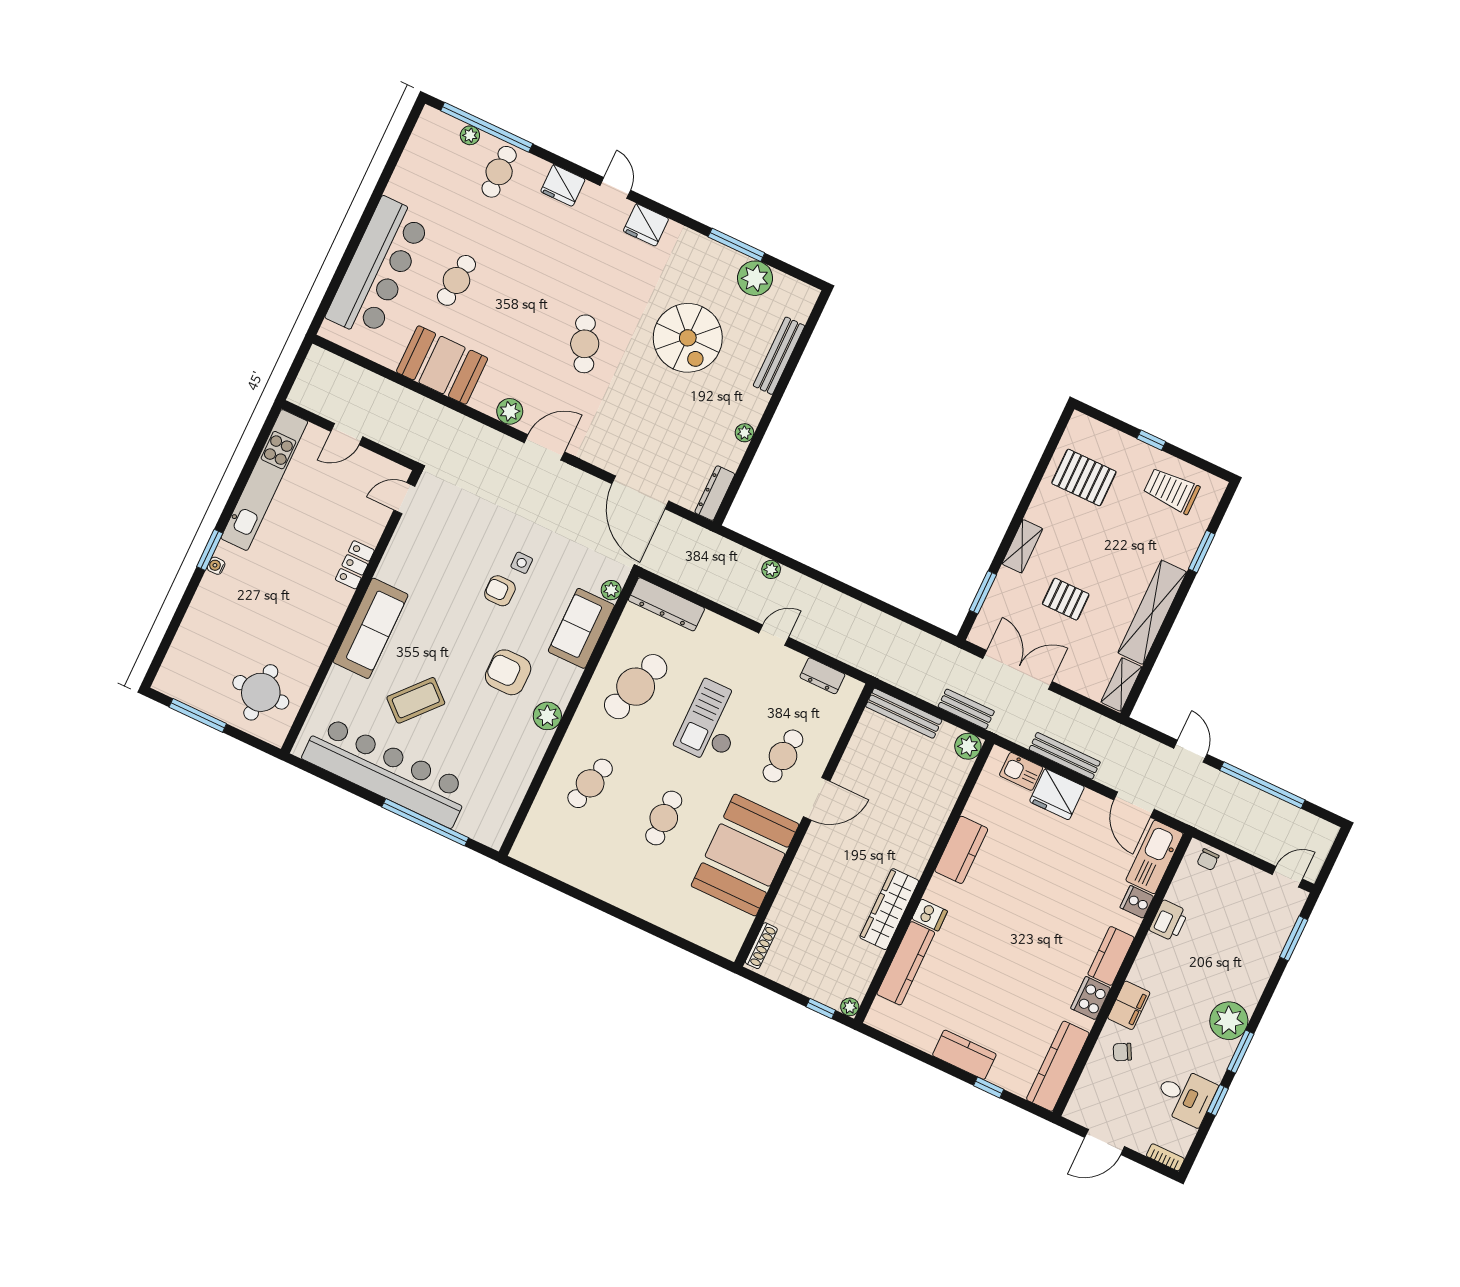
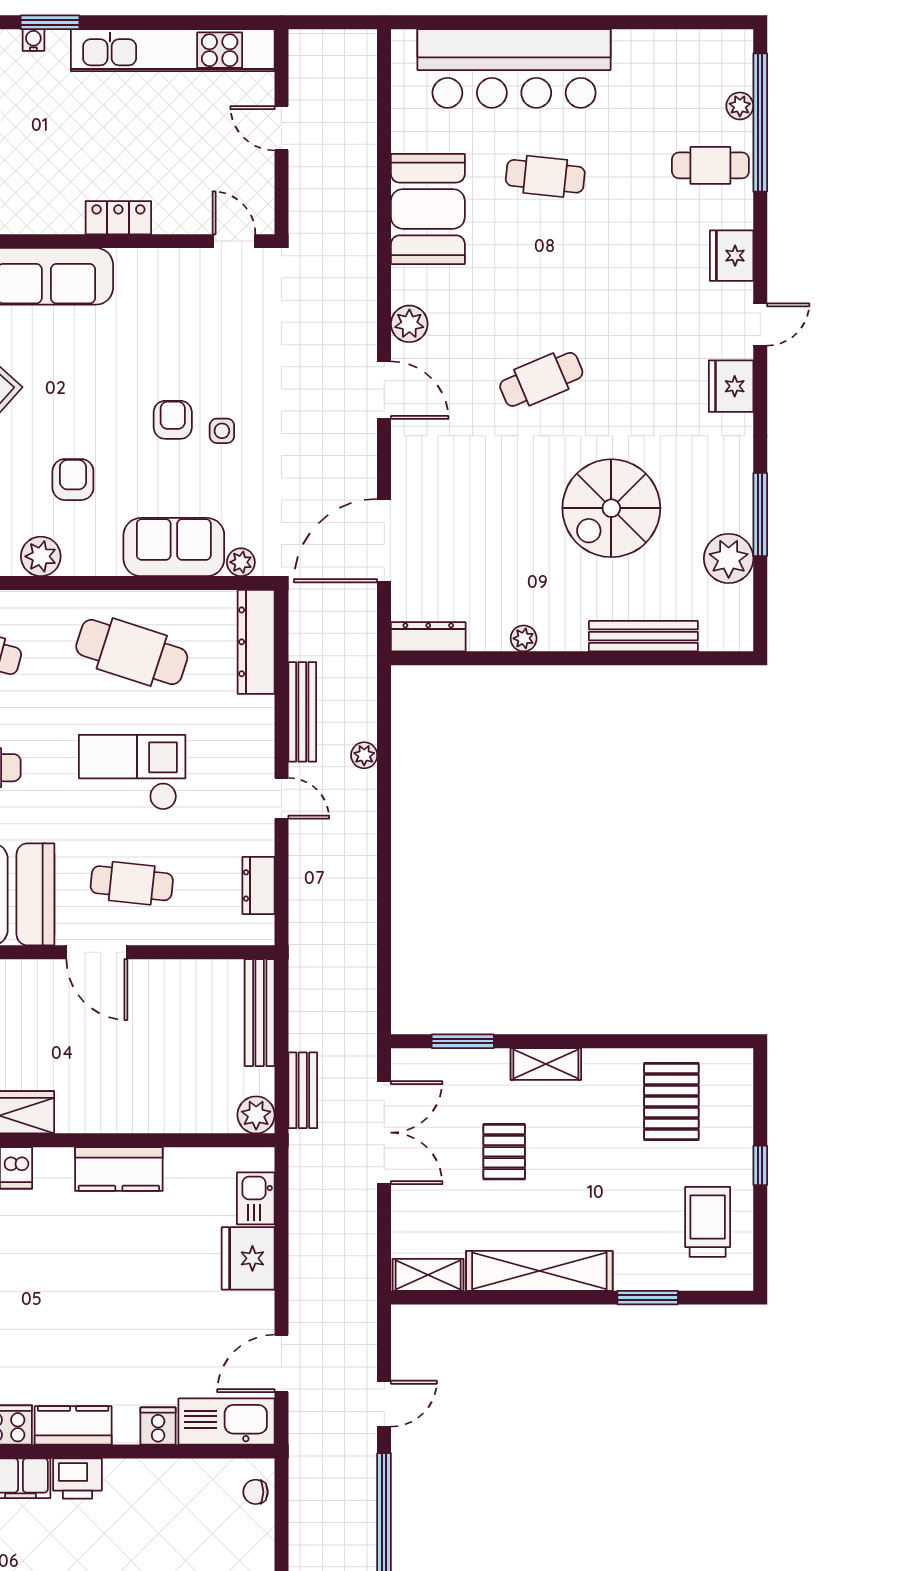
armchair: (508, 672) -> (73, 480), width x0.72, depth x0.72
bench: (1065, 756) -> (302, 712), moved
printer: (1169, 921) -> (77, 1478), moved

